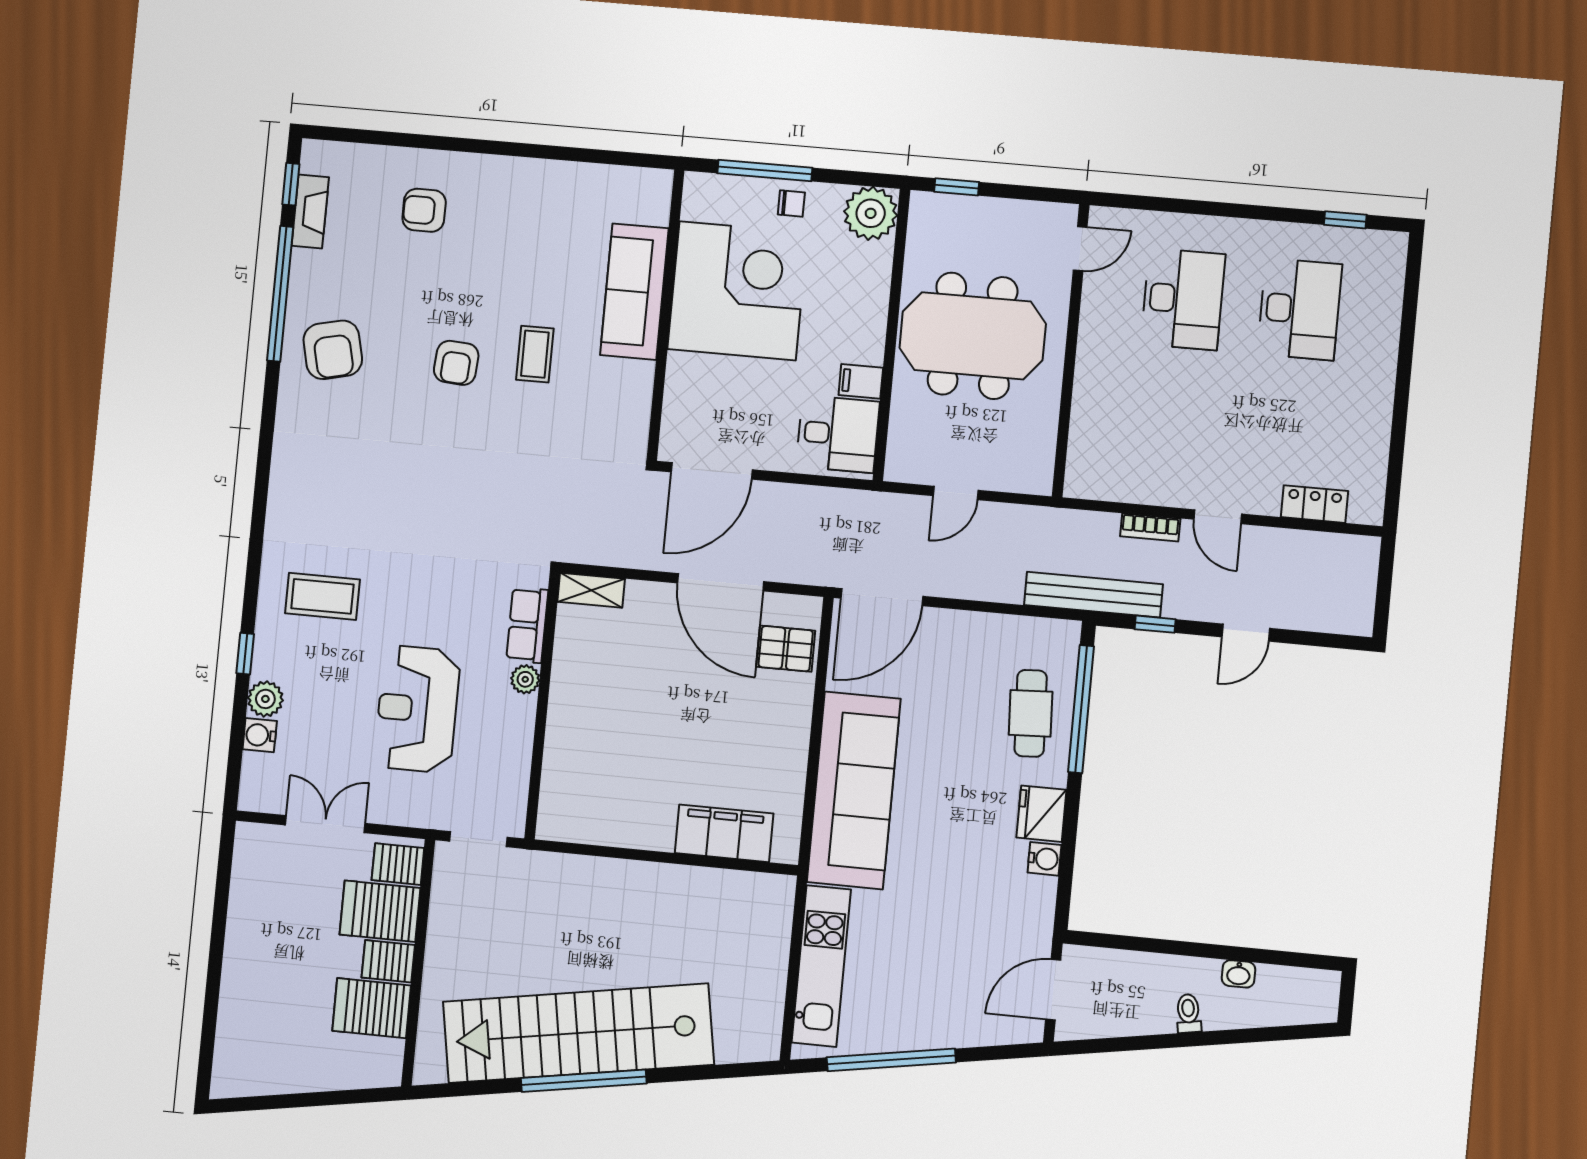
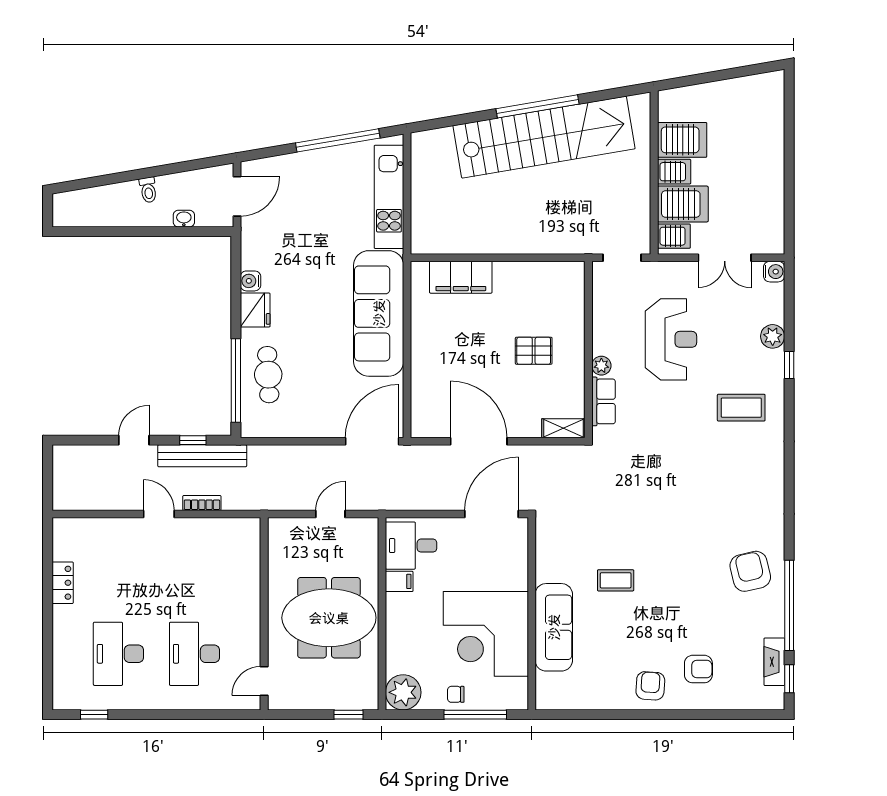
coffee table: (535, 354) -> (616, 580), turned 90
armchair: (456, 363) -> (650, 686), moved
locker: (1314, 504) -> (63, 583), moved, turned -90
bench: (1093, 595) -> (202, 456), moved
pallet: (786, 649) -> (534, 351), moved
water cooler: (260, 735) -> (774, 272), moved
washbasin: (1238, 974) -> (184, 219), moved

